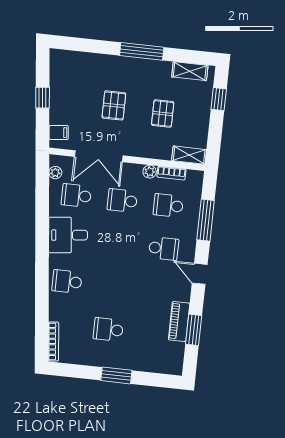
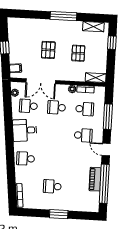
school desk: (168, 205) -> (85, 109), turned 180
window: (194, 330) -> (104, 184), width x2.11

